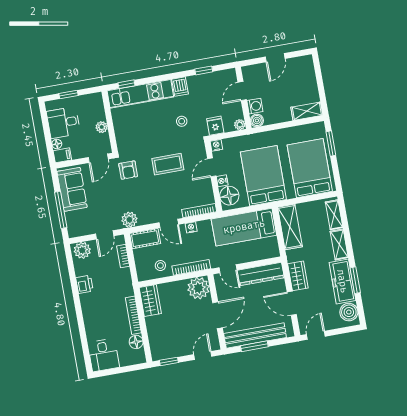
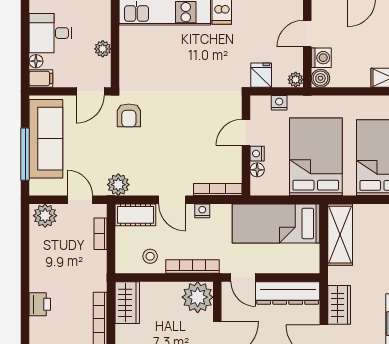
stool: (182, 121) -> (216, 61), removed
nightstand: (216, 145) -> (279, 103), moved
coffee table: (168, 164) -> (186, 117), removed
sofa: (72, 189) -> (46, 139), width x1.36
floor lamp: (229, 196) -> (257, 170), width x0.53, depth x0.53
door: (105, 235) -> (80, 200), swing flipped
printer: (85, 284) -> (40, 304), moved

